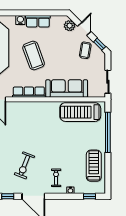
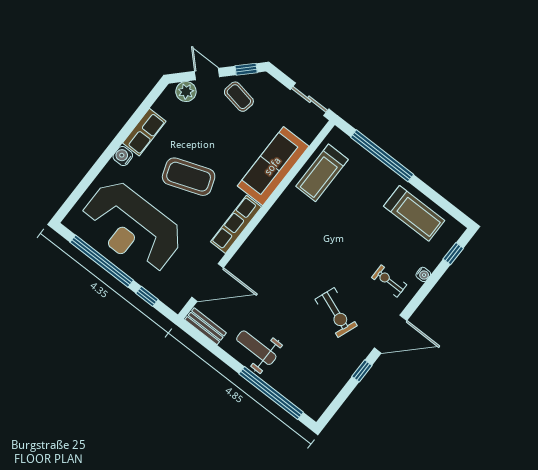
treadmill: (80, 112) -> (322, 173), width x0.73, depth x0.73
treadmill: (94, 166) -> (414, 213), turned 180

